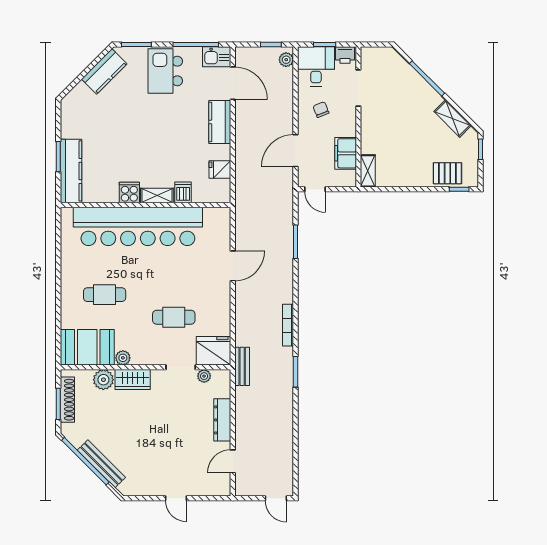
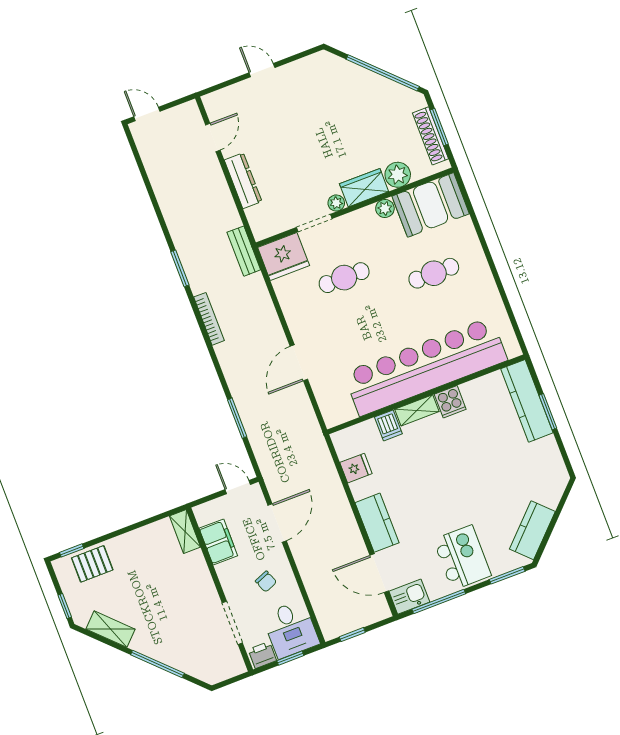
plant: (286, 60) -> (328, 624), removed
plant: (204, 376) -> (336, 203), moved
bench: (101, 464) -> (363, 77), removed

